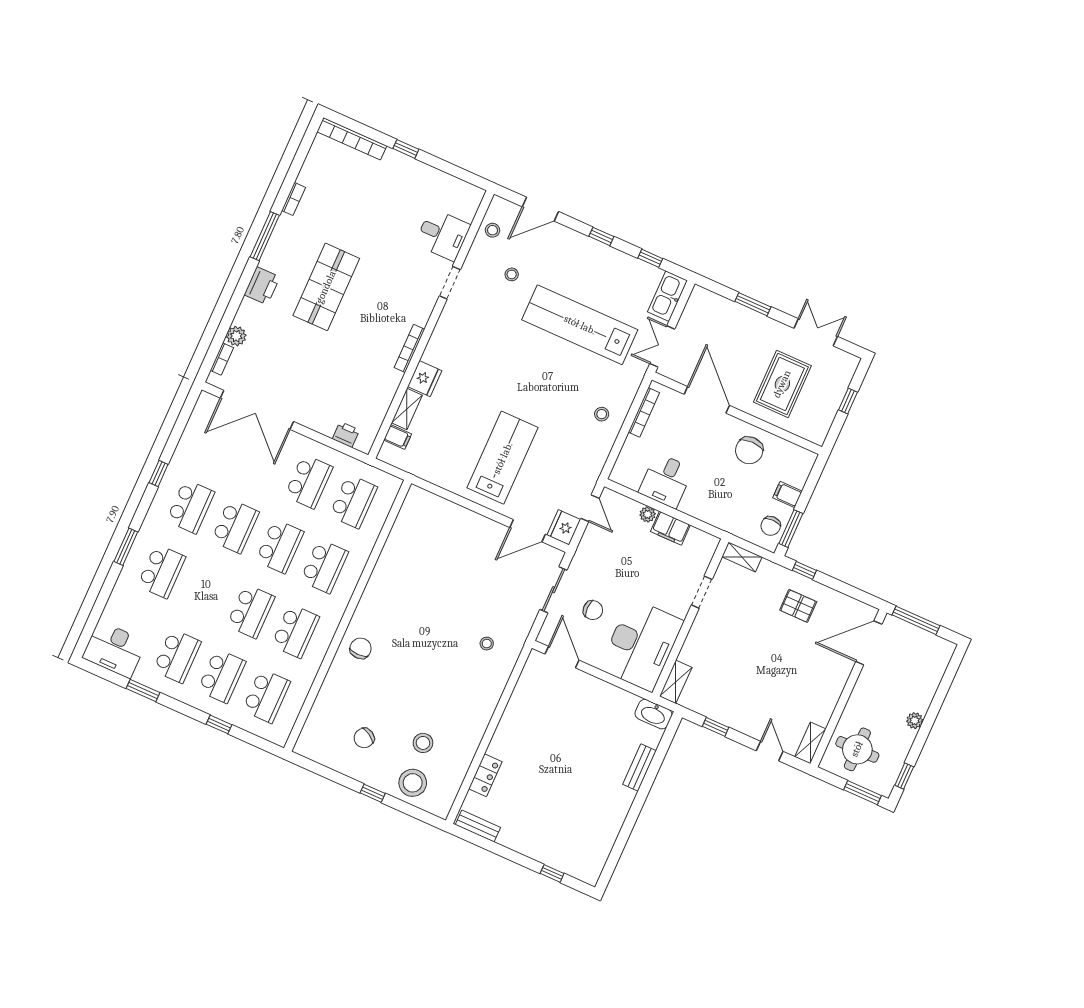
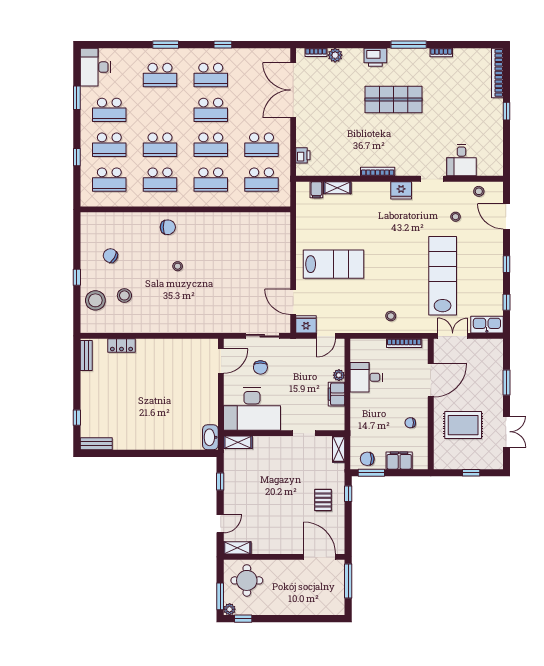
fridge: (425, 379) -> (401, 190), moved
chair: (749, 450) -> (410, 423), width x0.54, depth x0.54
filing cabinet: (787, 494) -> (399, 461), width x2.00
stool: (487, 644) -> (178, 266), moved
plant: (915, 721) -> (230, 609), moved
bench: (640, 768) -> (96, 444), moved

